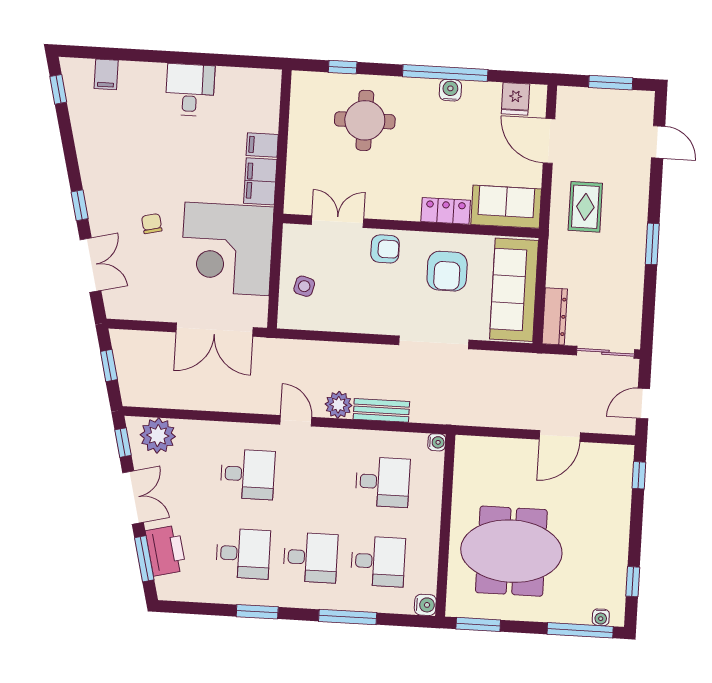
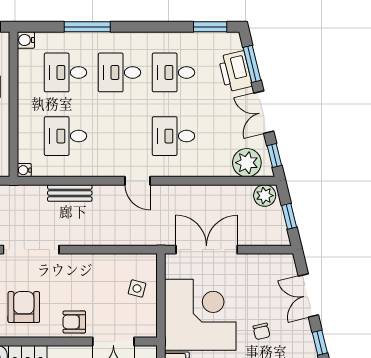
plant: (338, 405) -> (265, 196), moved
window: (257, 612) -> (210, 27), moved

